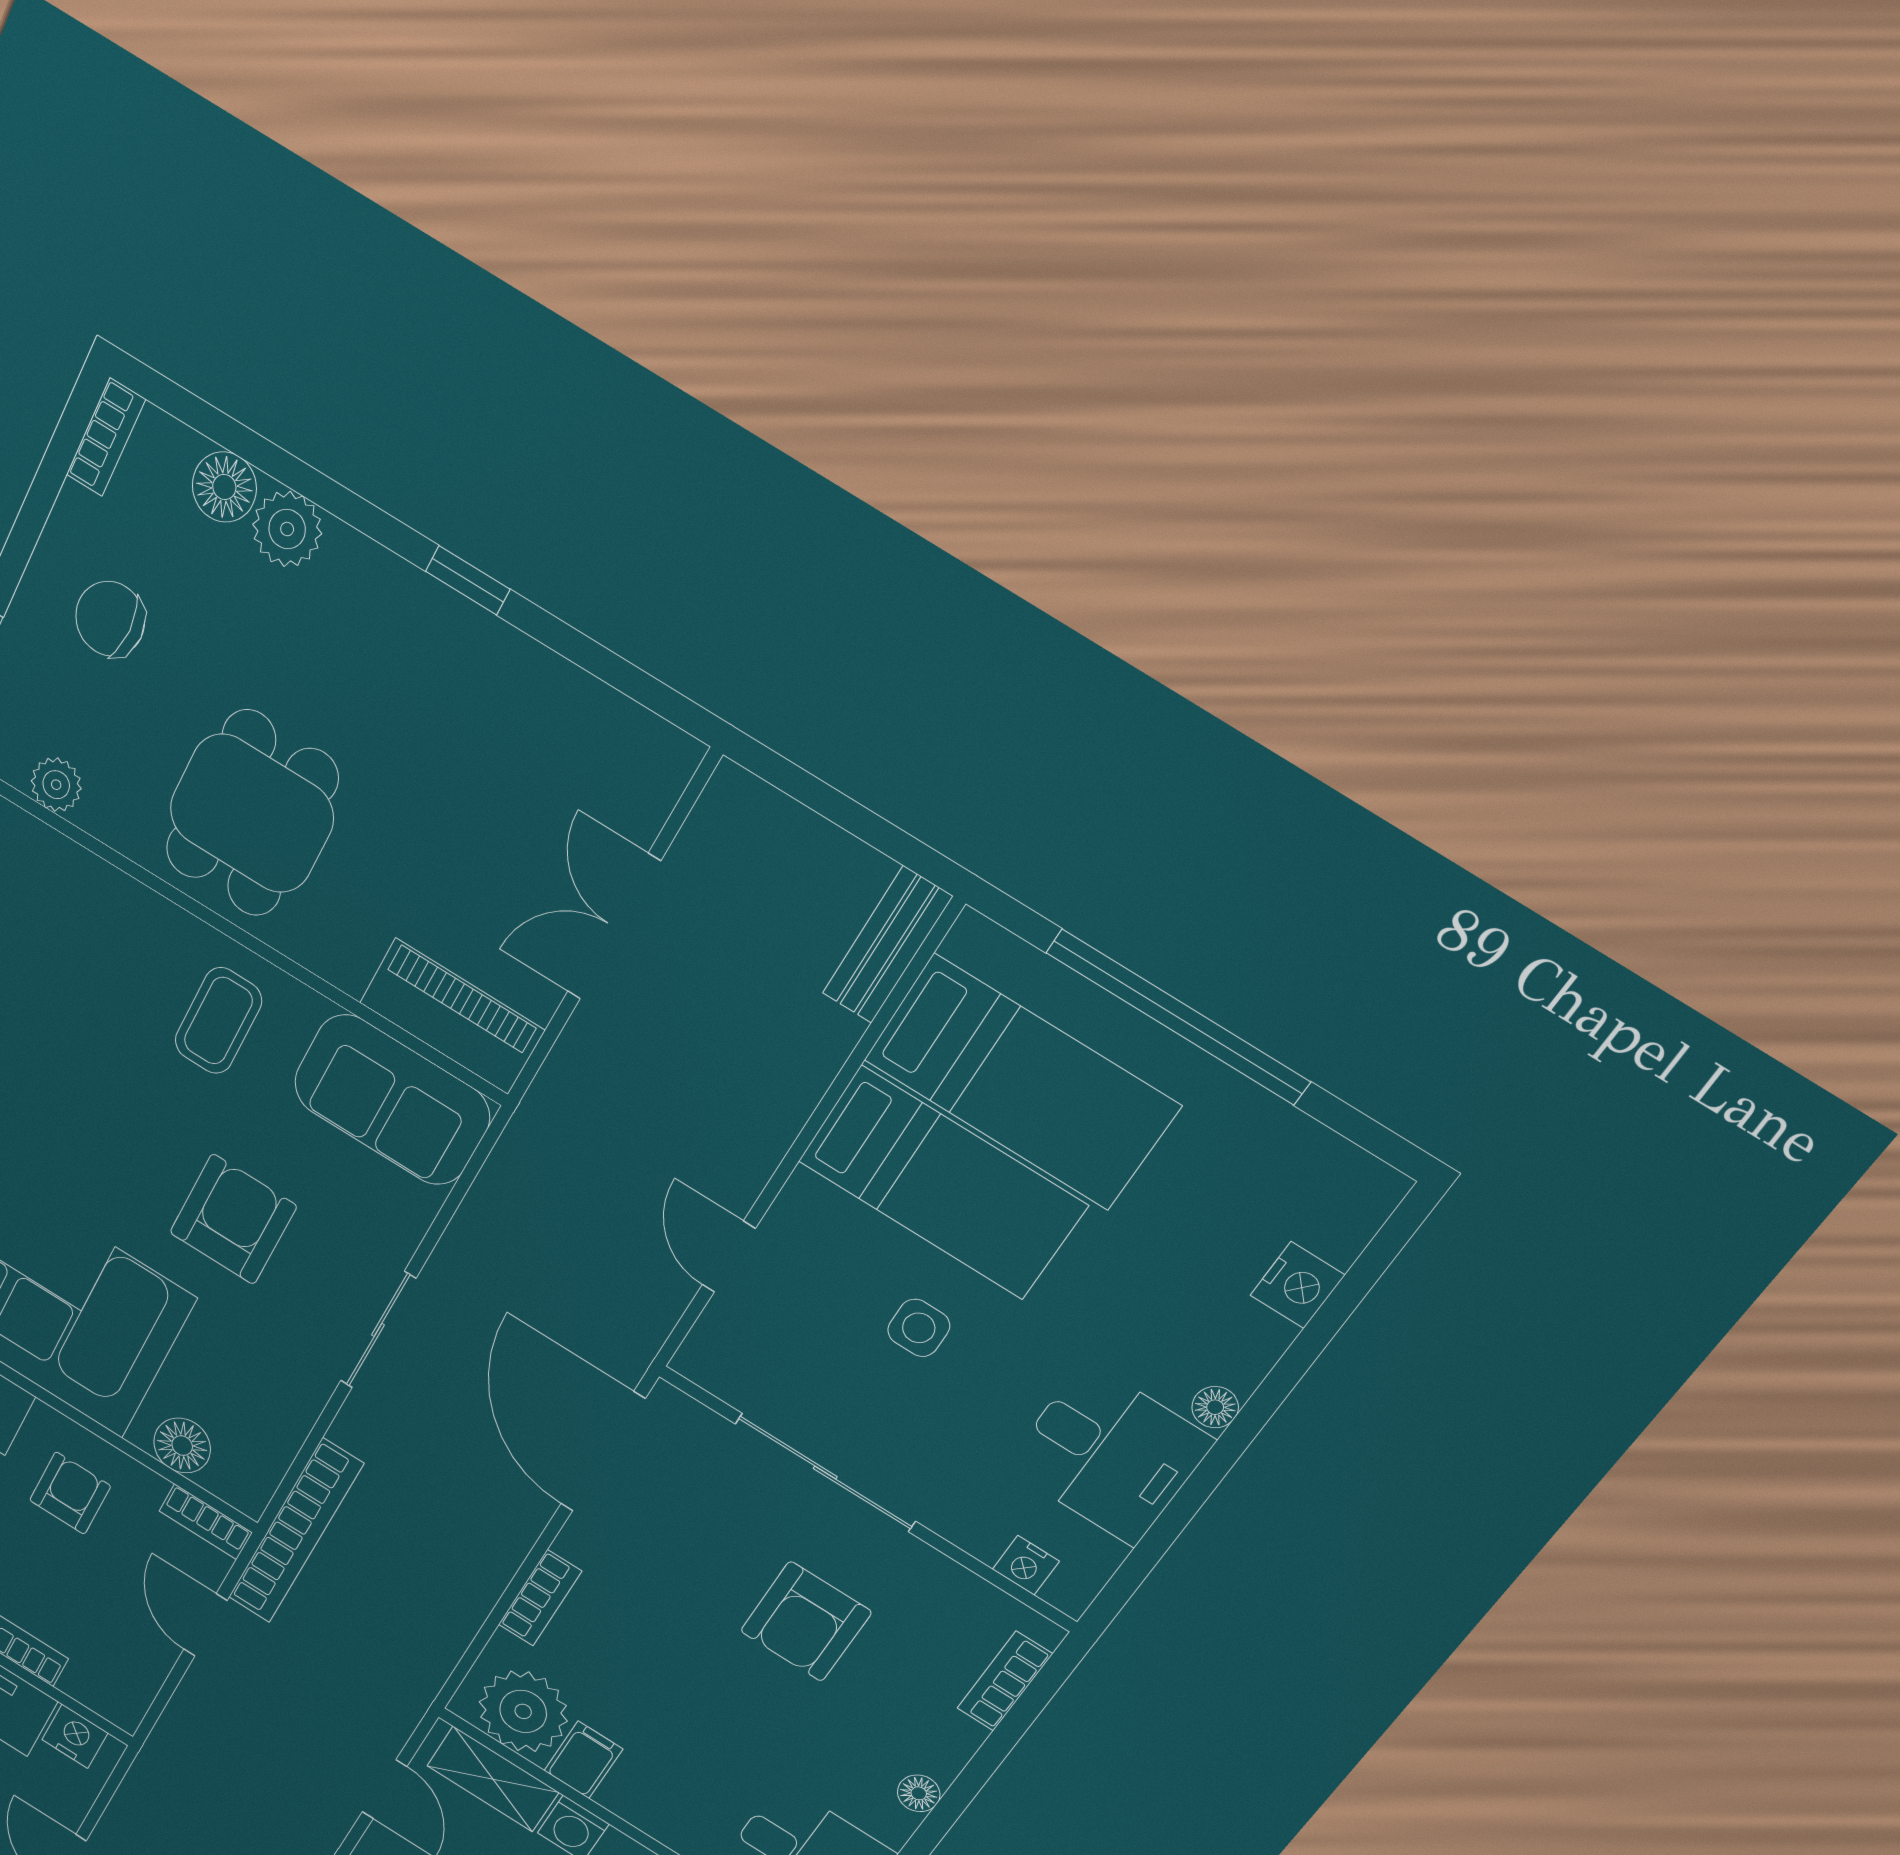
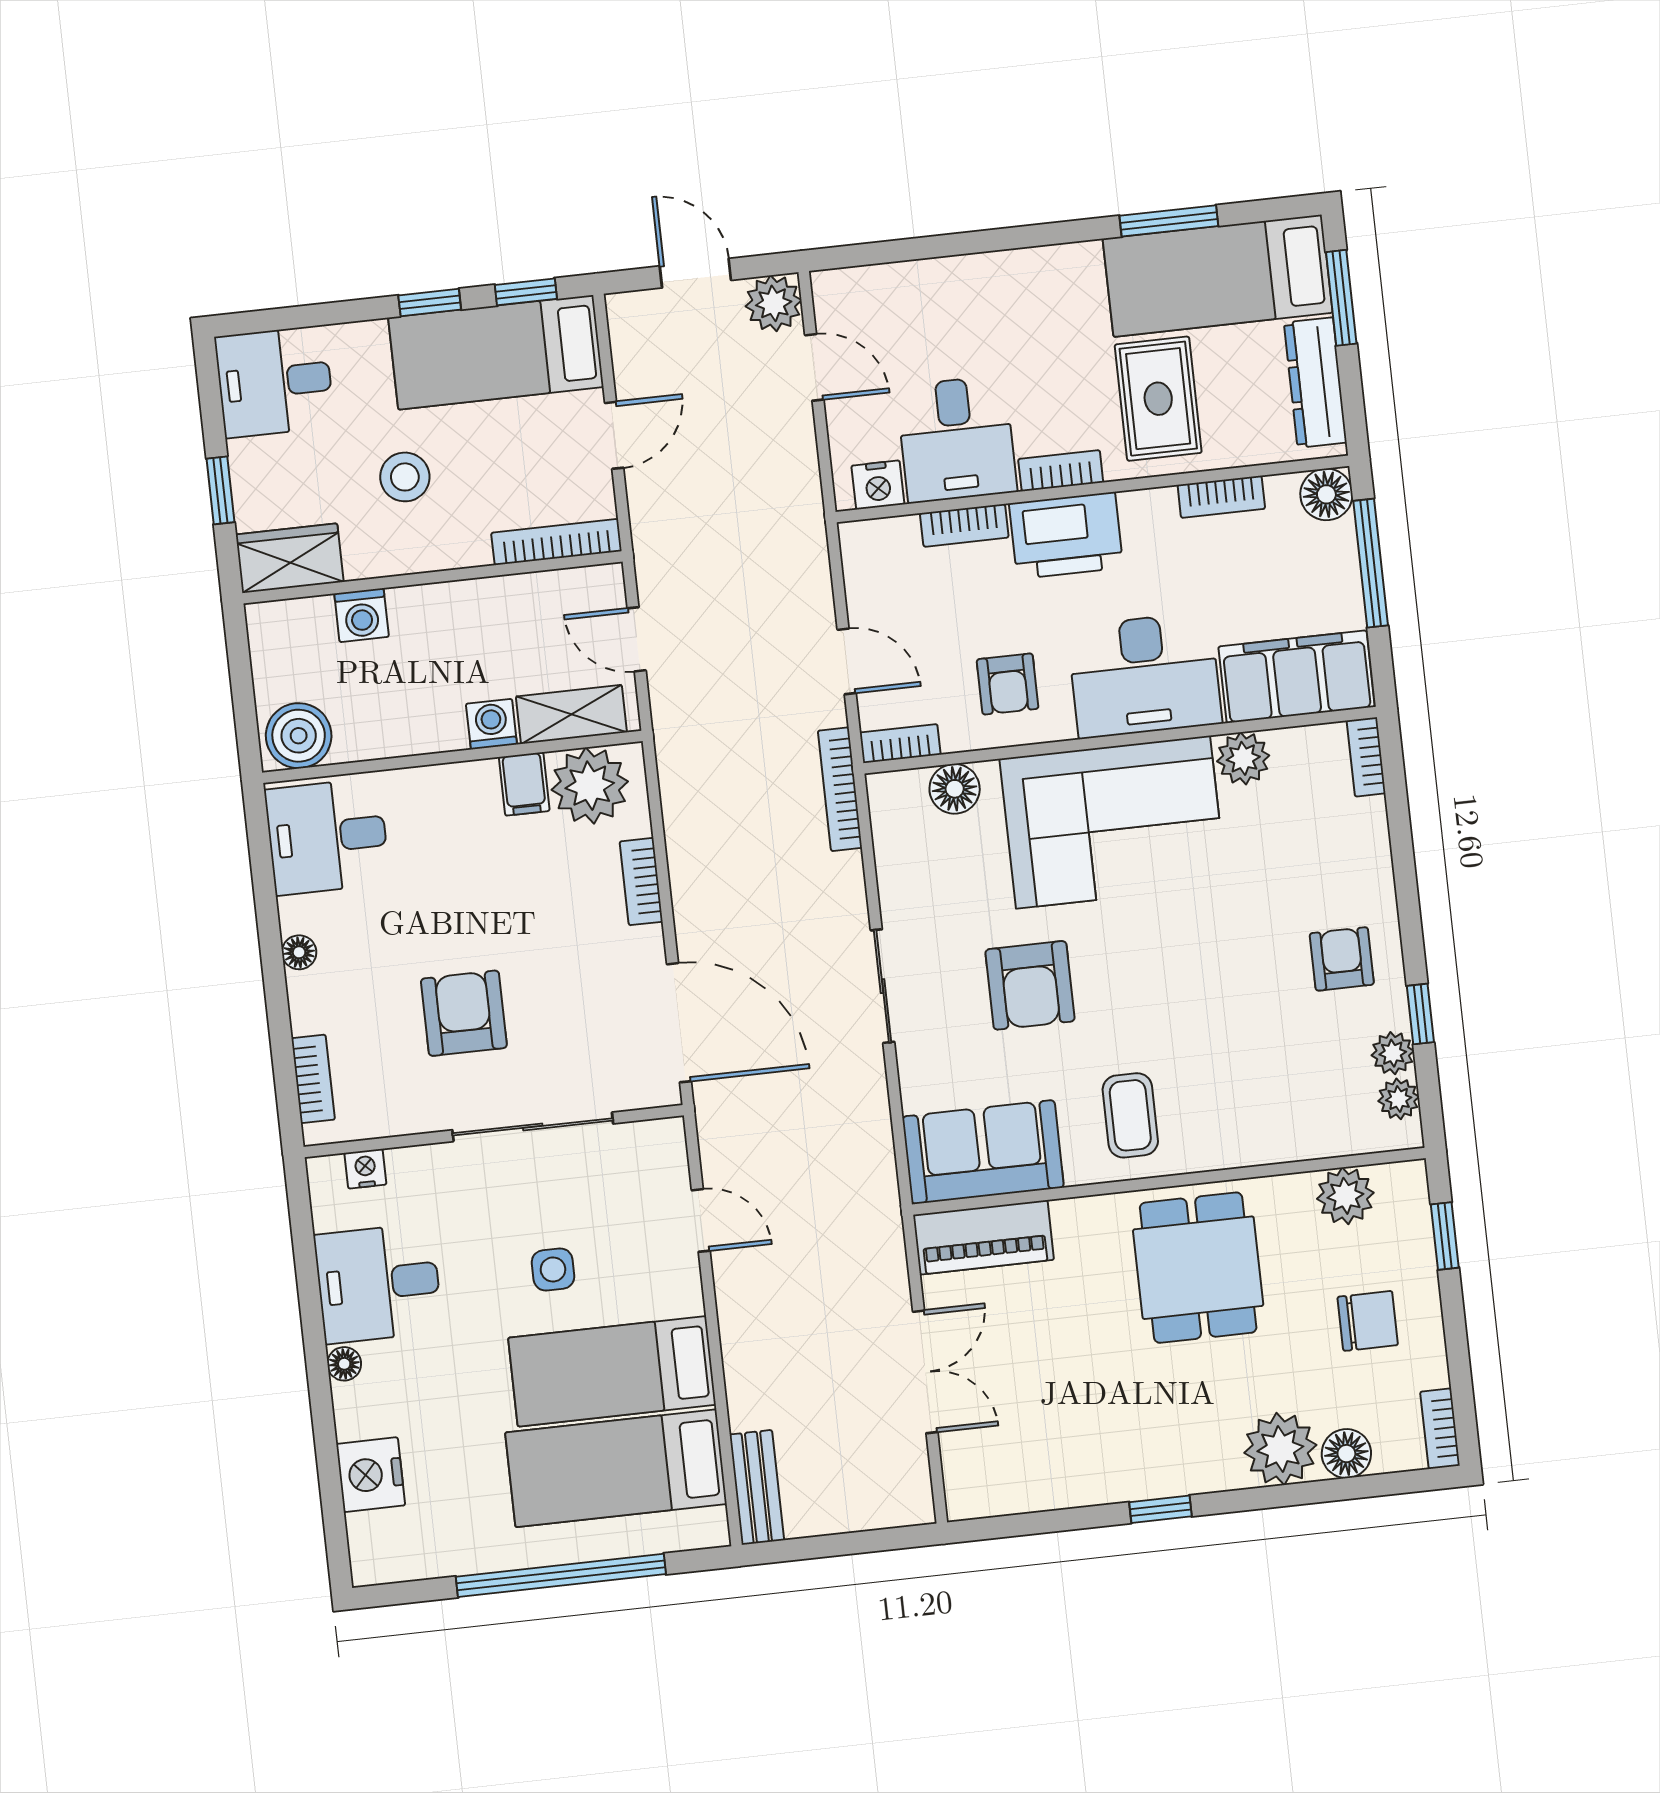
plant: (287, 529) -> (1280, 1449), width x1.36, depth x1.36
plant: (56, 785) -> (1345, 1196), width x1.38, depth x1.38
nightstand: (1298, 1285) -> (371, 1475), width x1.36, depth x1.33
bookcase: (295, 1531) -> (840, 789), width x0.68, depth x0.76

